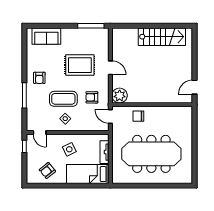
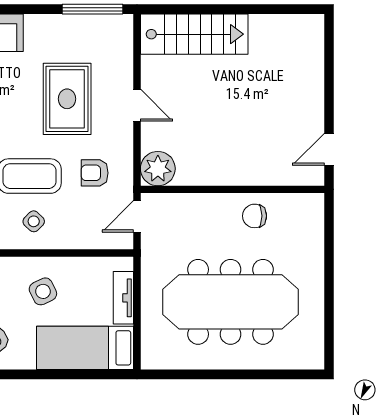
stairs: (162, 37) -> (194, 34), moved
rug: (80, 65) -> (67, 99), turned 90
door: (110, 116) -> (137, 216), hinge flipped
chair: (138, 116) -> (255, 216), moved

